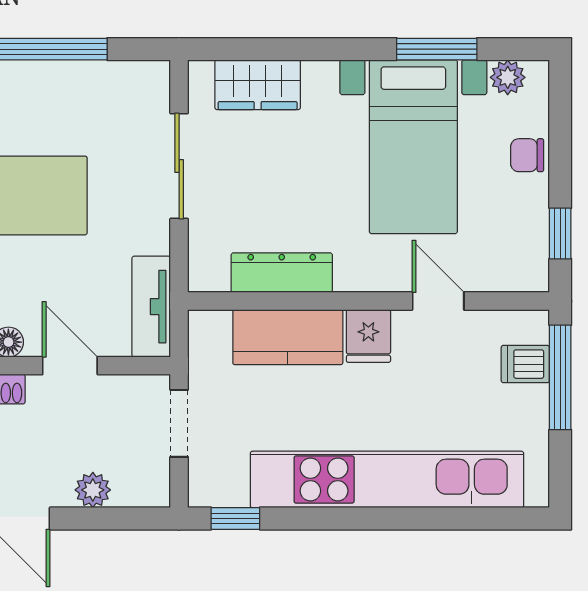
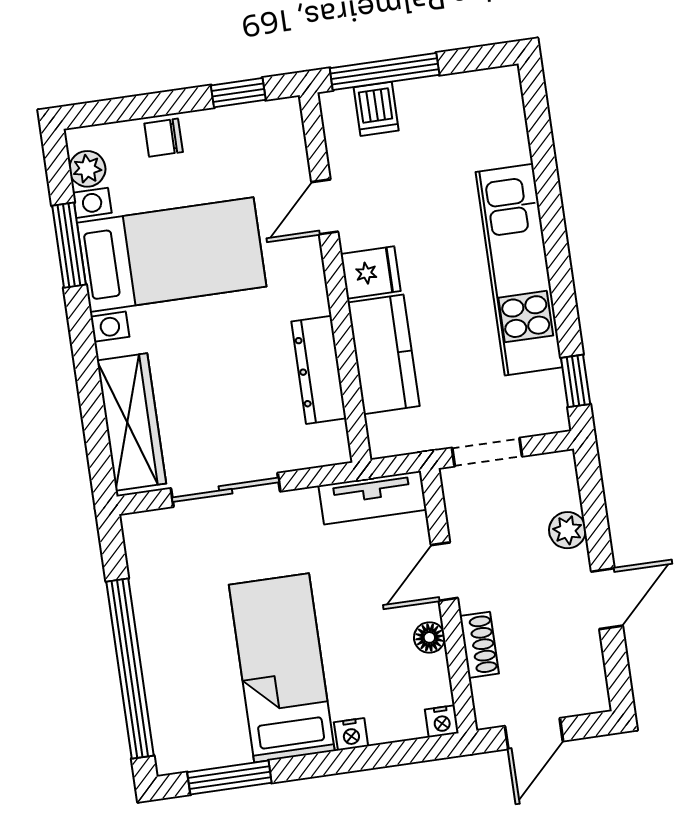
wardrobe: (258, 85) -> (131, 422), width x1.50
chair: (527, 155) -> (164, 138), turned 90
kitchen unit: (387, 479) -> (519, 270), width x0.73

